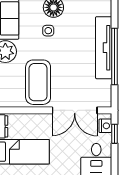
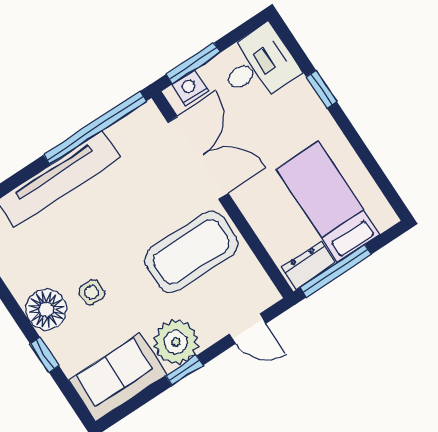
window: (115, 56) -> (95, 128), moved
window: (115, 134) -> (193, 63), width x1.50

